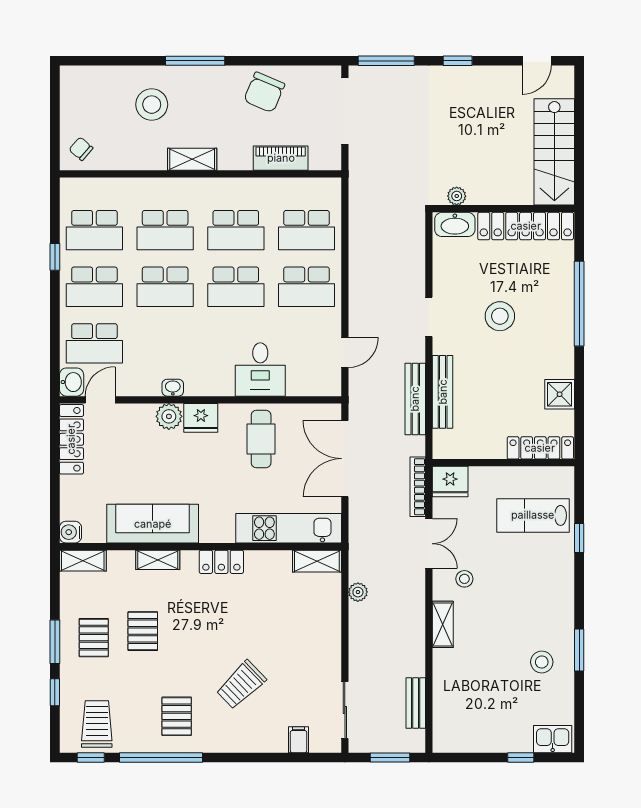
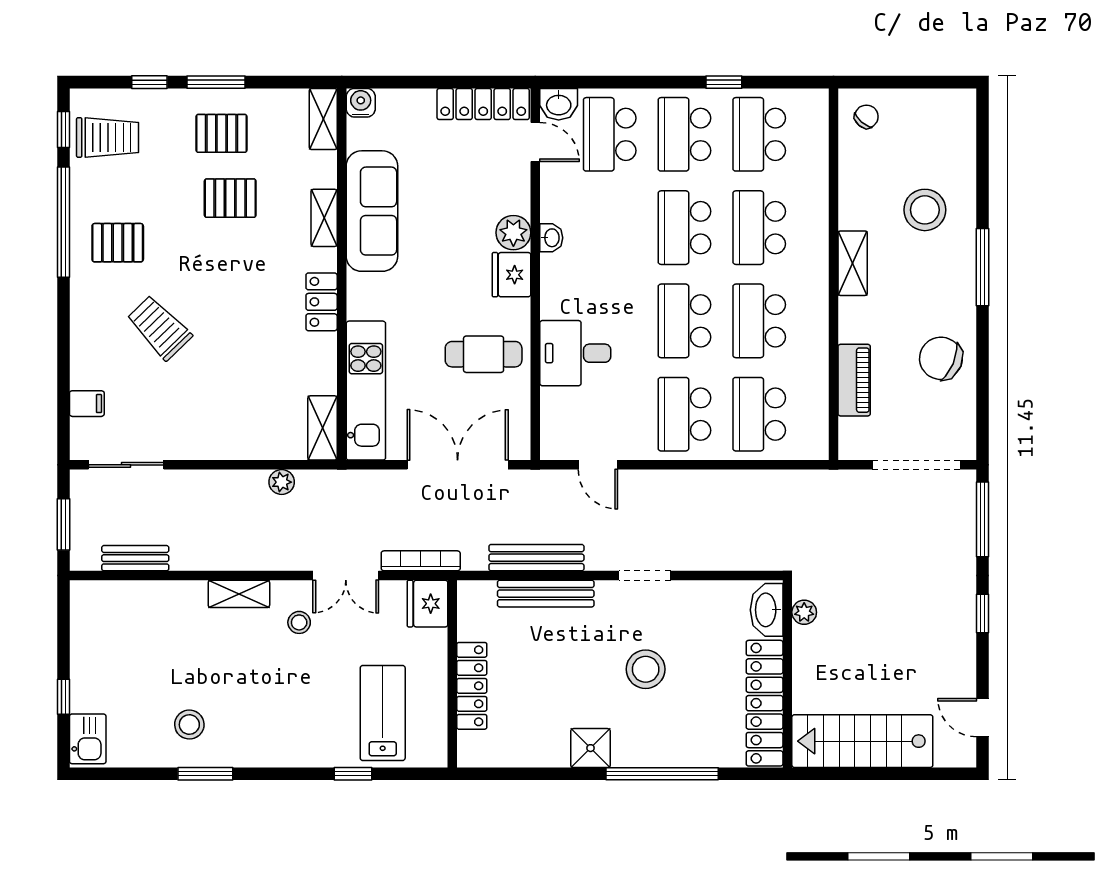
shower: (560, 394) -> (591, 748), moved
locker: (540, 448) -> (472, 686), moved

